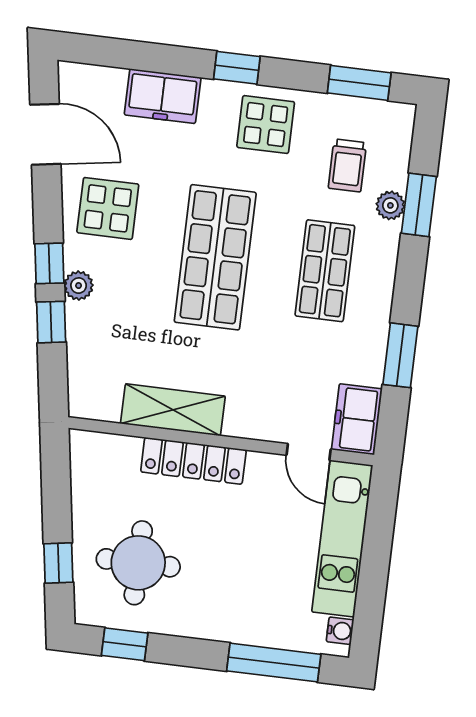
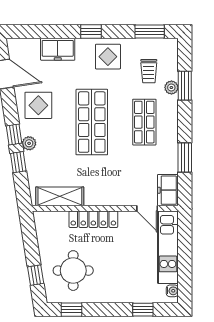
shelving: (173, 410) -> (60, 196), moved
window: (274, 663) -> (143, 310), width x0.46

